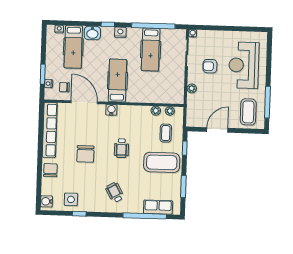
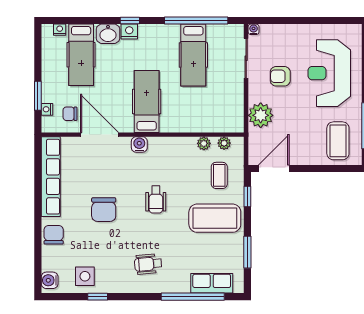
nightstand: (120, 32) -> (129, 31), moved
plant: (192, 88) -> (261, 115), width x1.87, depth x1.87
door: (217, 130) -> (274, 168), moved
wheelchair: (115, 192) -> (148, 264), turned -66

